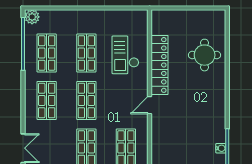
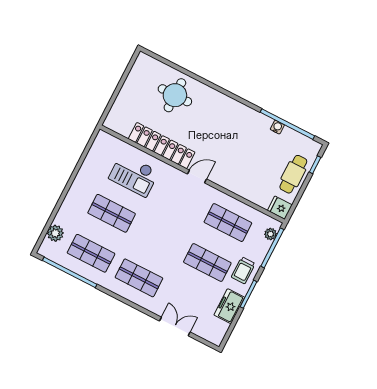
plant: (32, 17) -> (55, 233), moved
shop shelf: (86, 100) -> (159, 238), removed
door: (150, 105) -> (197, 177), swing flipped

